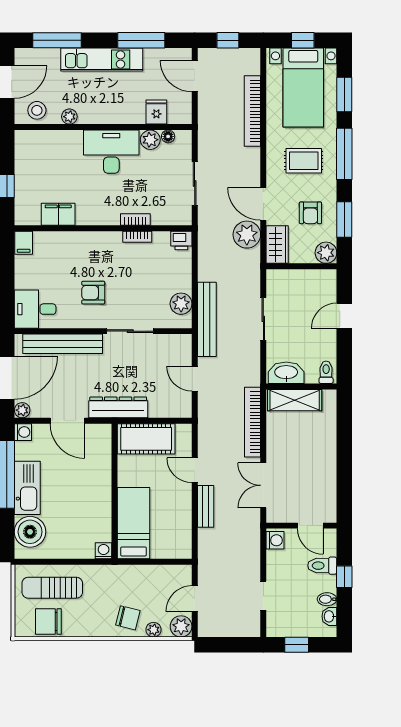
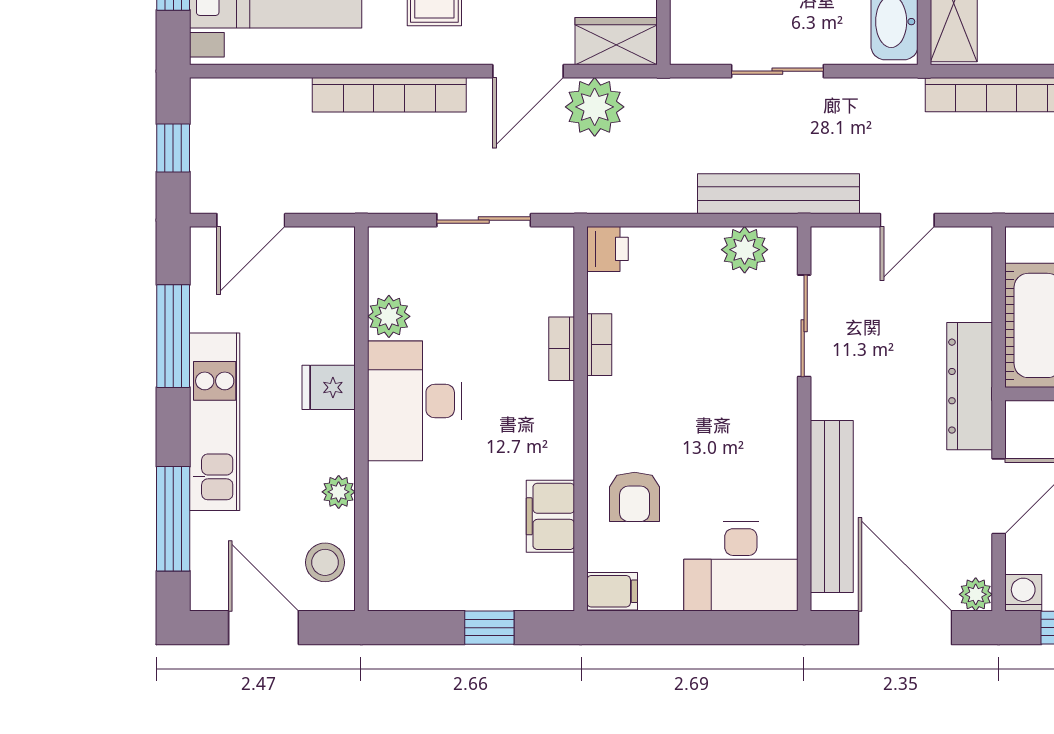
bookcase: (252, 111) -> (389, 95), moved
fridge: (156, 112) -> (329, 387), moved
floor lamp: (168, 136) -> (382, 278), removed
armchair: (93, 293) -> (635, 497), moved
desk: (35, 309) -> (741, 566), width x1.37
sliding door: (130, 331) -> (804, 326), moved

